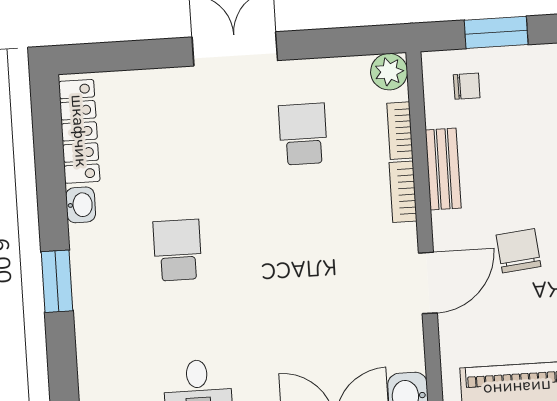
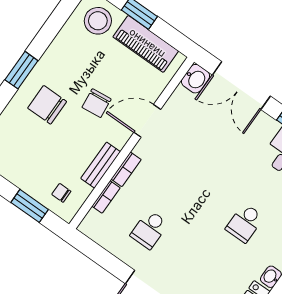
plant: (389, 72) -> (90, 226), removed

